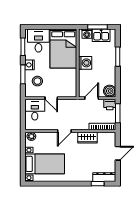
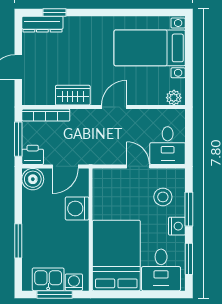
washing machine: (85, 63) -> (77, 208), moved

